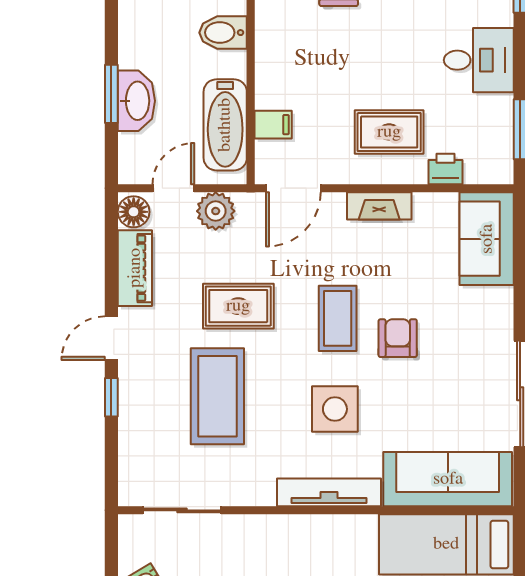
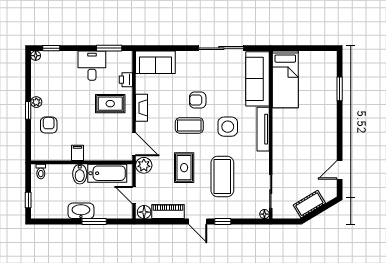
bidet: (223, 33) -> (80, 174), moved
desk: (479, 60) -> (92, 66), moved
washbasin: (136, 101) -> (81, 211), moved
filing cabinet: (273, 125) -> (77, 153), moved
rug: (389, 132) -> (110, 104), turned 90
plant: (216, 211) -> (144, 165), moved
coffee table: (217, 396) -> (222, 177), turned 90
floor lamp: (129, 495) -> (264, 214), added

